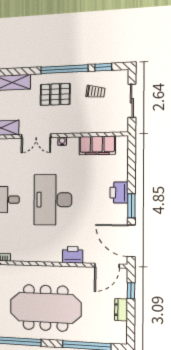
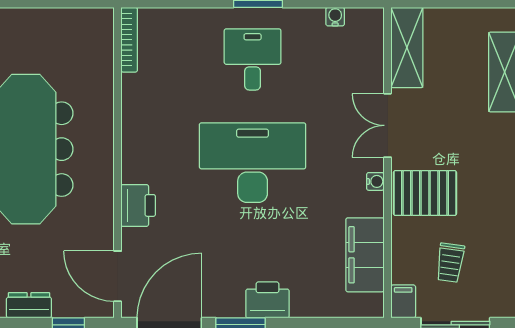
trolley: (95, 92) -> (450, 263), moved
pallet: (55, 94) -> (425, 193), moved, turned 90
filing cabinet: (120, 126) -> (403, 301), added

